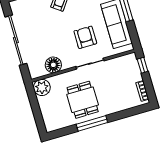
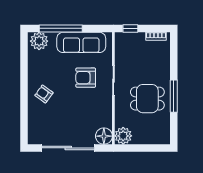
floor lamp: (53, 65) -> (104, 136), moved

